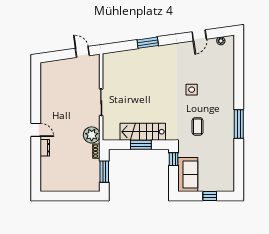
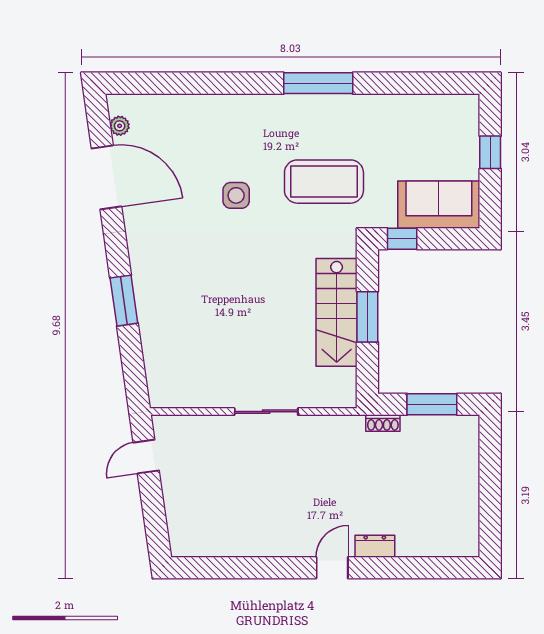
door: (199, 35) -> (107, 177), width x1.87
coffee table: (198, 126) -> (324, 182), width x1.86, depth x1.72
plant: (92, 135) -> (344, 434), removed

